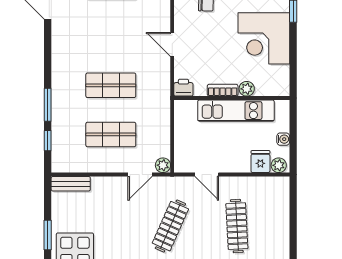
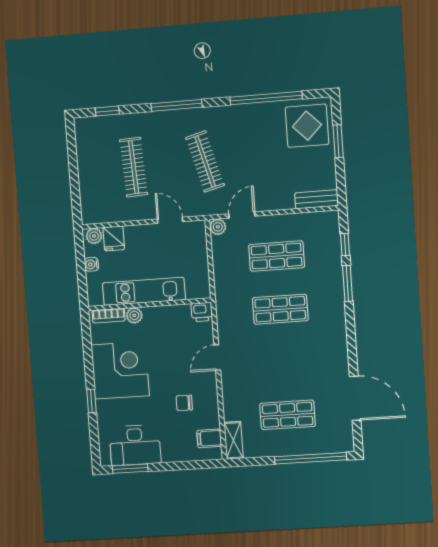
door: (172, 44) -> (217, 357), swing flipped
bookcase: (223, 90) -> (109, 316), moved
clothes rail: (170, 226) -> (205, 162), turned -39

